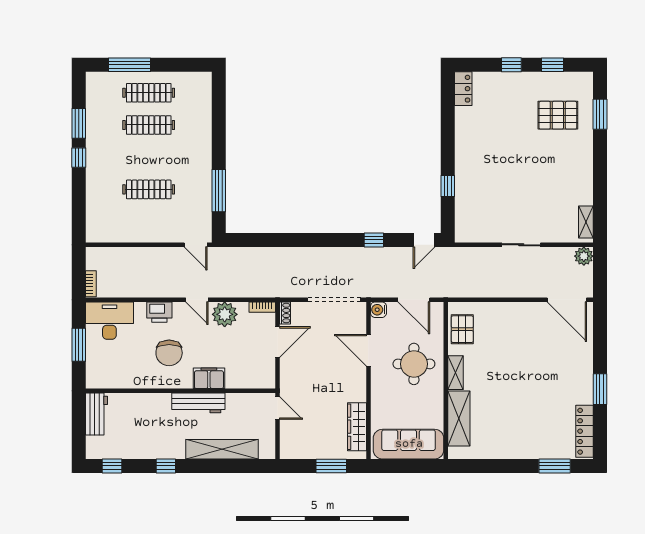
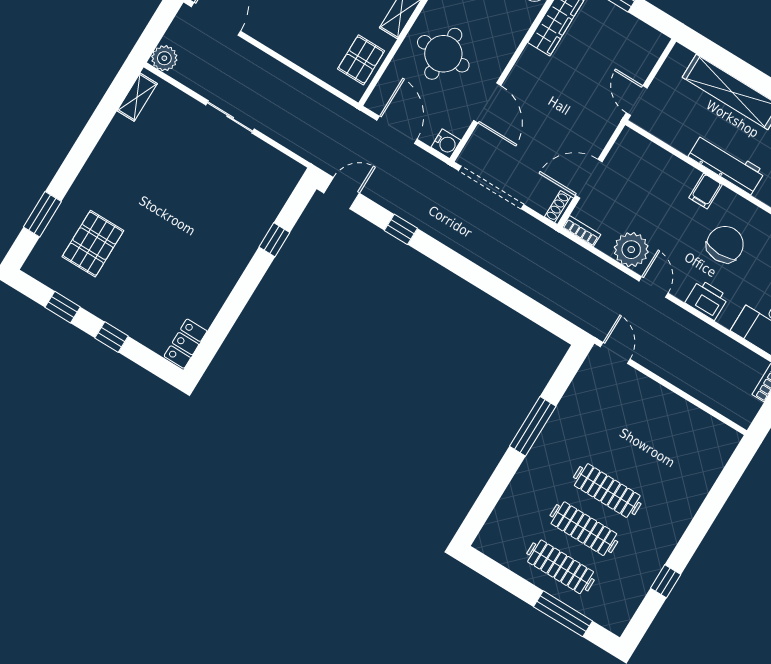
pallet: (558, 115) -> (93, 244), turned 90
window: (79, 123) -> (666, 581), width x0.67
window: (79, 158) -> (690, 541), removed
clothes rail: (149, 189) -> (607, 491), moved
window: (219, 191) -> (533, 426), moved
filing cabinet: (209, 378) -> (705, 191), width x0.50

